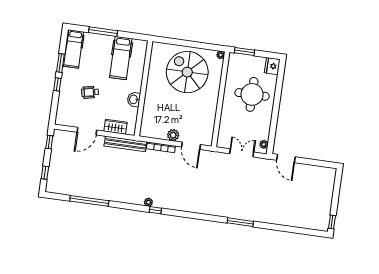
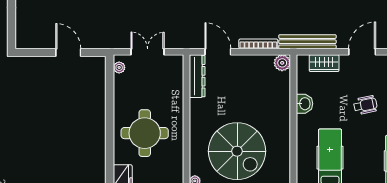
dresser: (208, 130) -> (197, 76), added
plant: (173, 135) -> (282, 63), moved
double door: (242, 153) -> (148, 52), swing flipped
door: (286, 159) -> (68, 52), moved

